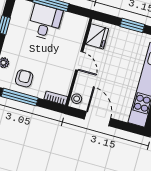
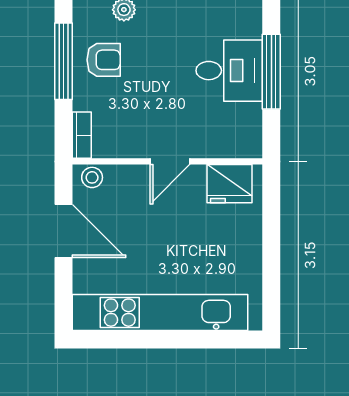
window: (132, 25) -> (271, 249), removed
door: (98, 119) -> (63, 231), hinge flipped

